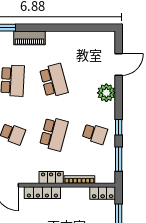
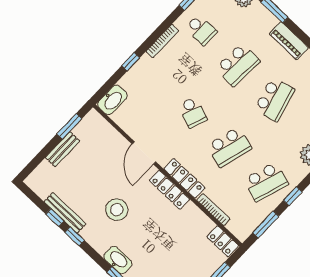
school desk: (95, 134) -> (266, 182), width x1.85
locker: (51, 177) -> (184, 178), width x1.53

